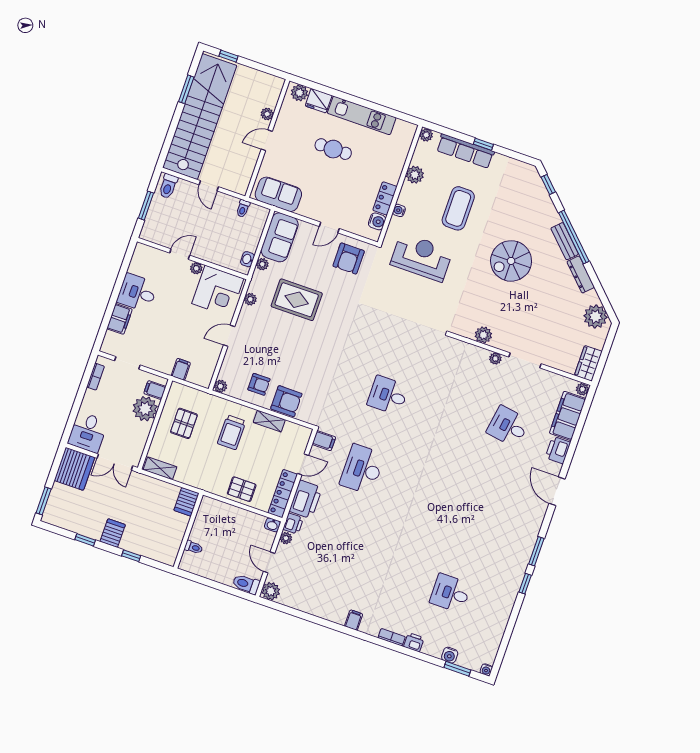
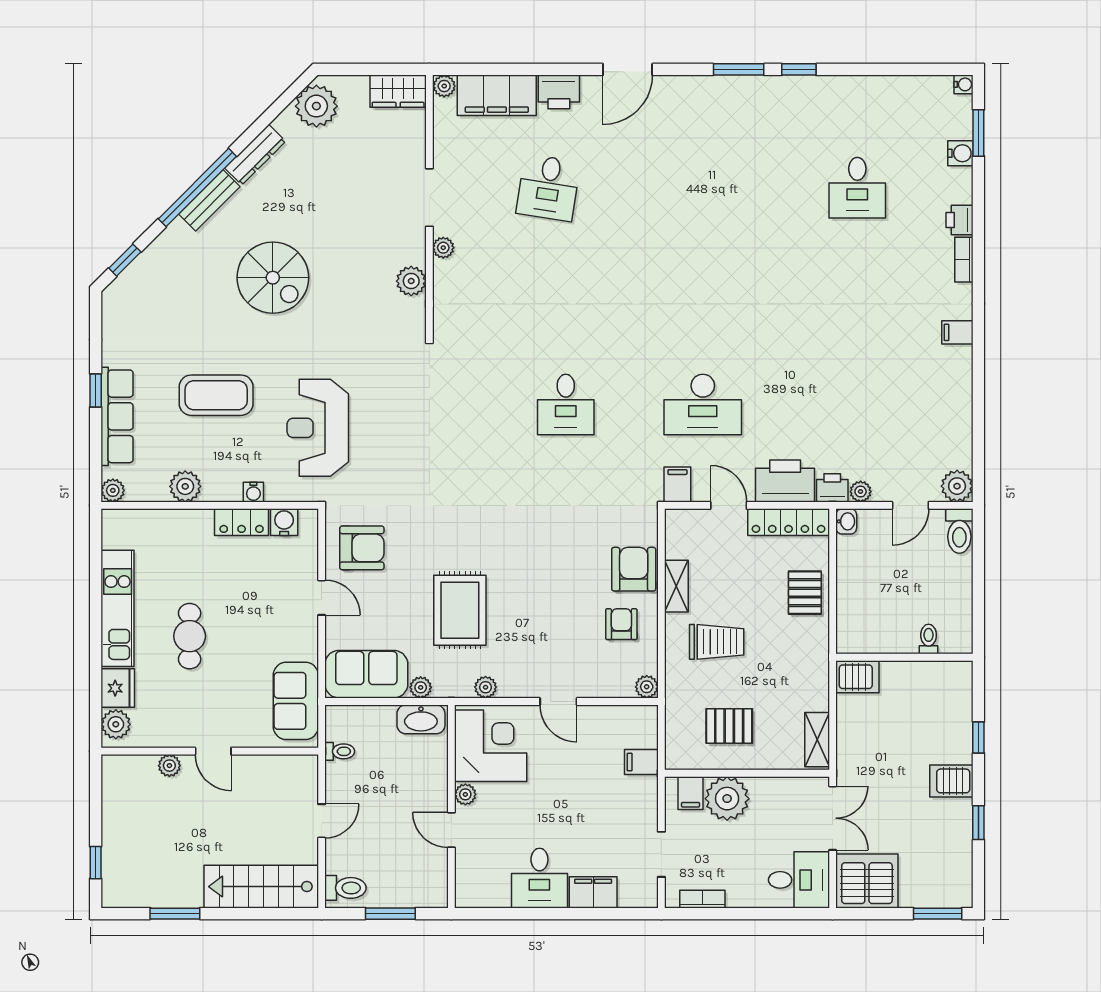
stairs: (200, 117) -> (261, 887), width x0.54, depth x0.66
washbasin: (247, 259) -> (421, 719), width x1.91, depth x1.45

